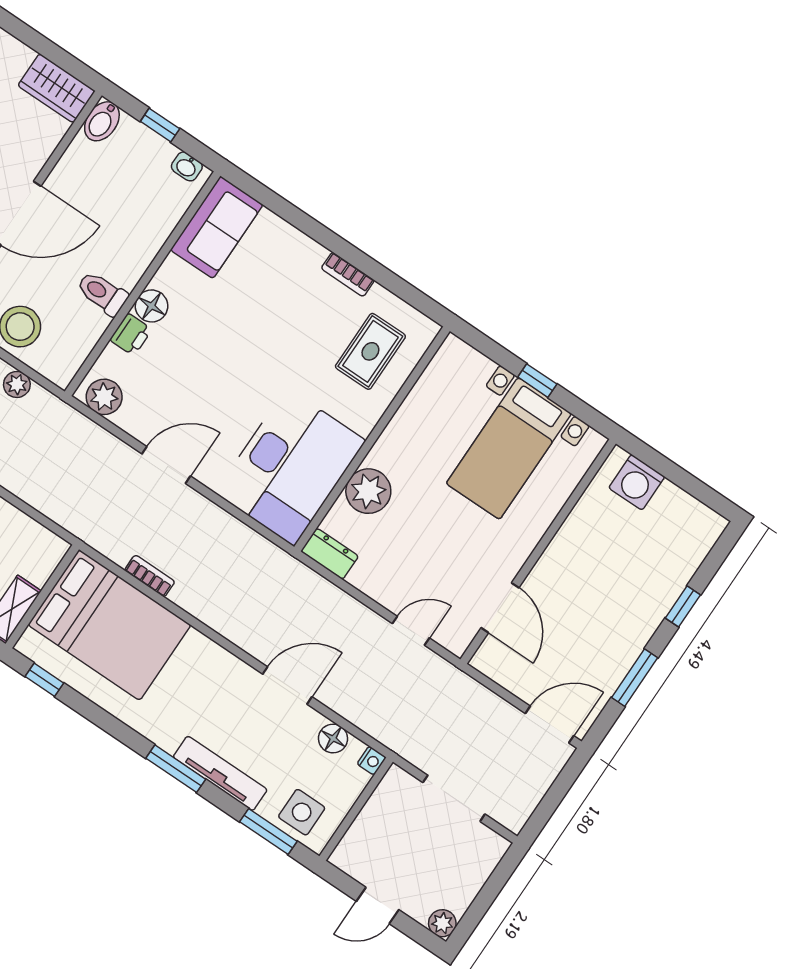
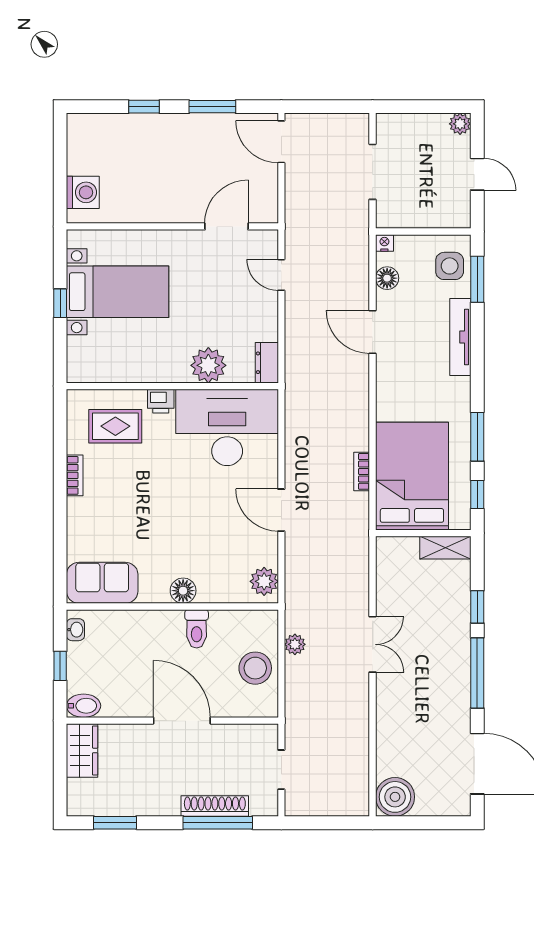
printer: (131, 335) -> (161, 401), moved, turned 180
window: (176, 769) -> (477, 437), moved

